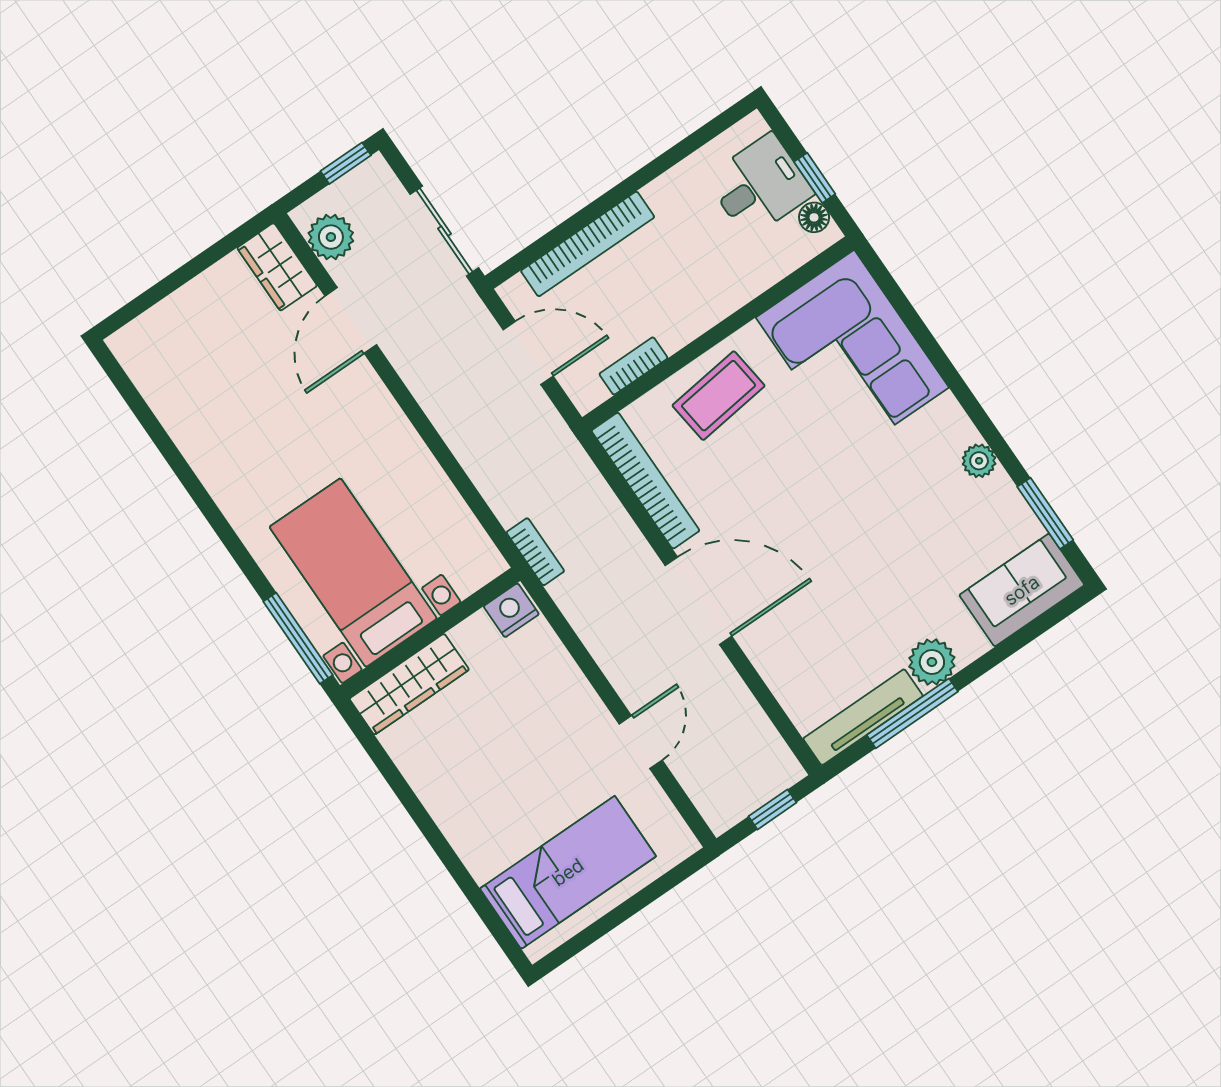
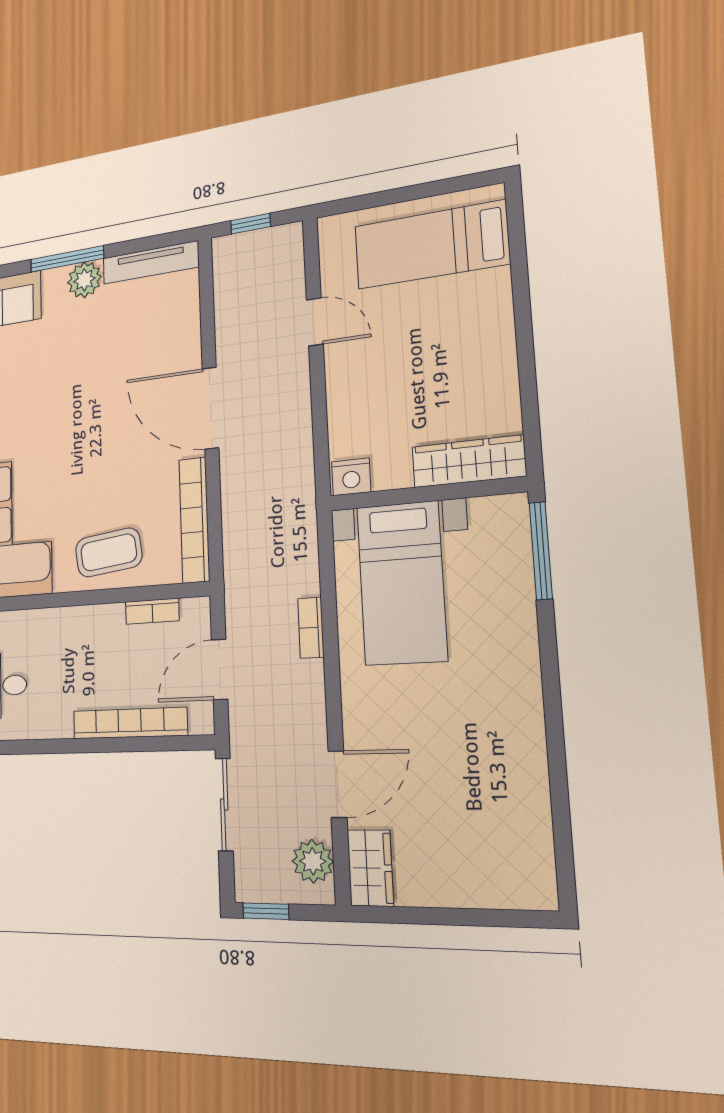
door: (528, 353) -> (220, 669), hinge flipped
bookcase: (535, 552) -> (311, 628), moved
bed with nightstands: (353, 573) -> (402, 583), moved
window: (912, 713) -> (67, 259), moved
door: (641, 742) -> (315, 322), swing flipped

